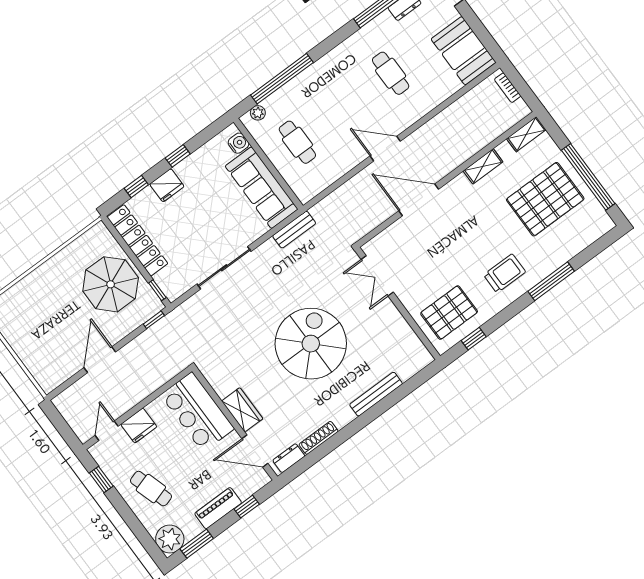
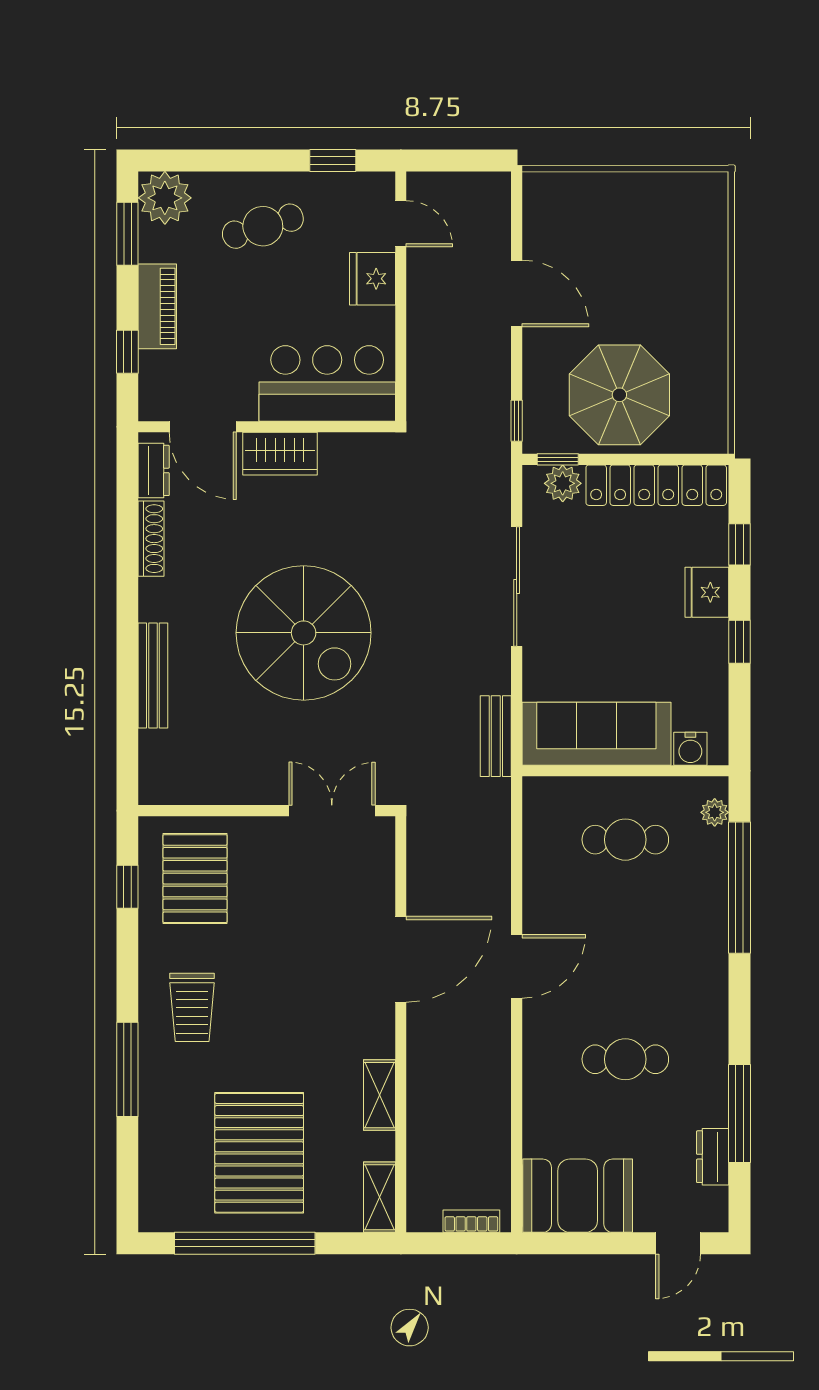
plant: (166, 281) -> (563, 483), added
door: (255, 451) -> (203, 427), swing flipped

